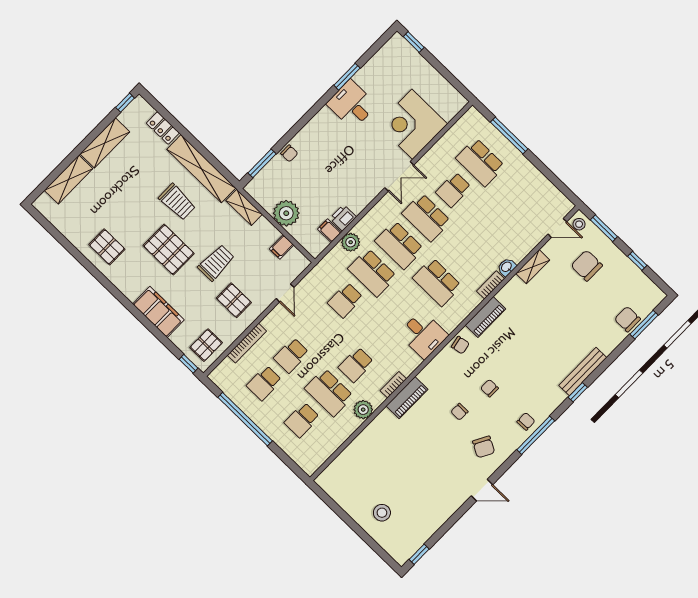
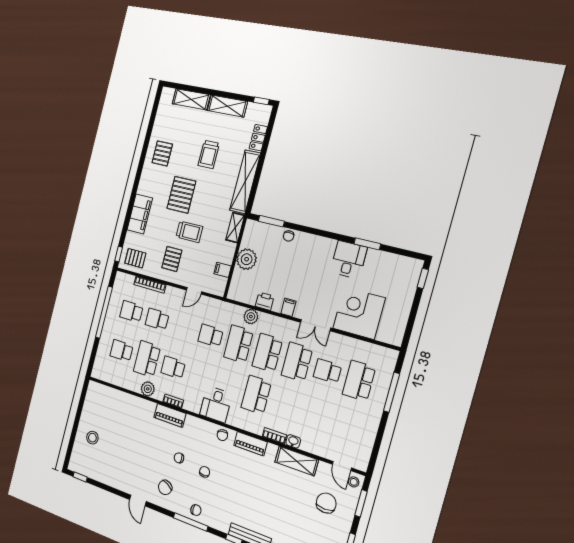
trolley: (177, 202) -> (209, 154), moved
filing cabinet: (329, 231) -> (288, 307), moved
shelving: (533, 267) -> (297, 461), width x1.50, depth x1.33

